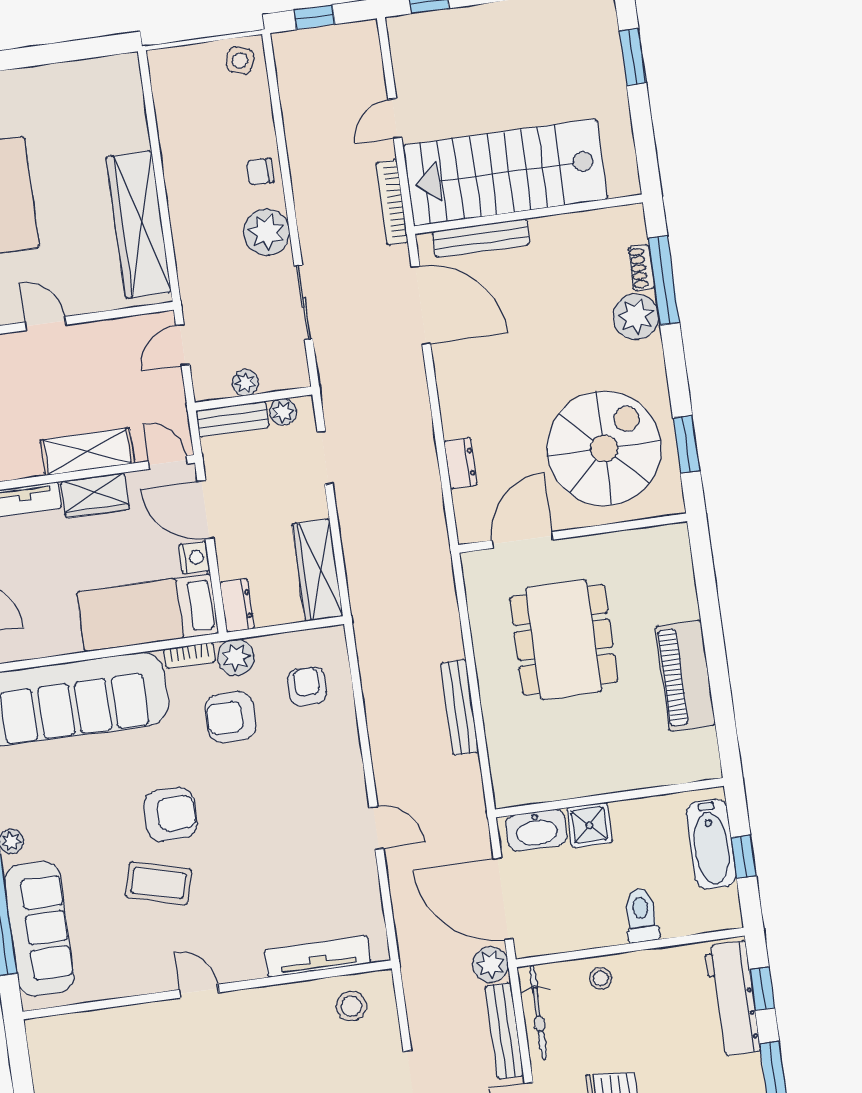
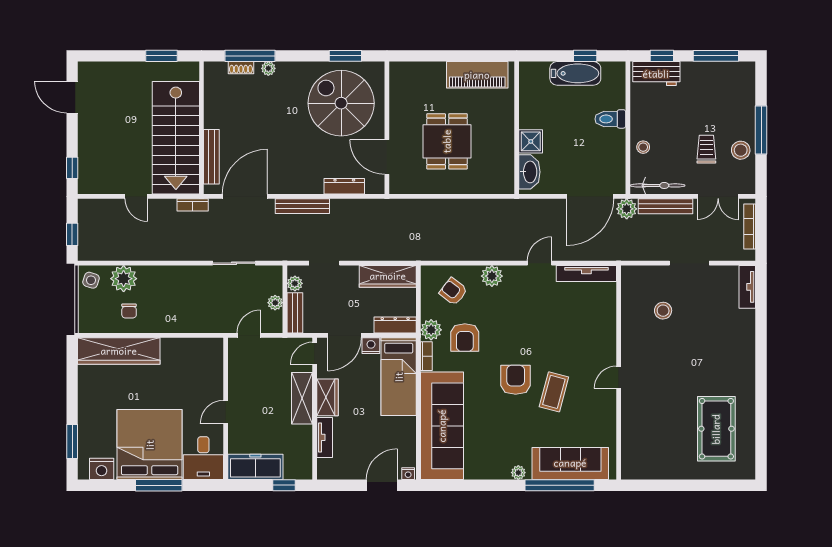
window: (633, 57) -> (161, 56), moved
chair: (260, 172) -> (129, 311), moved
bookcase: (392, 202) -> (193, 205), width x0.64
wardrobe: (139, 224) -> (119, 351), moved
plant: (267, 232) -> (124, 279), moved
plant: (636, 317) -> (268, 68), width x0.53, depth x0.53
door: (183, 345) -> (249, 335), swing flipped
dresser: (460, 463) -> (344, 186), width x1.44
dresser: (237, 605) -> (395, 325), width x1.44
dining table: (564, 640) -> (447, 141), width x0.73
armchair: (307, 686) -> (453, 292), turned 38
bench: (460, 708) -> (302, 206), moved
plant: (343, 749) -> (492, 276), added
wall: (609, 798) -> (517, 128), moved
shower: (589, 825) -> (531, 141), moved
washbasin: (537, 830) -> (529, 172), moved
tv unit: (318, 956) -> (586, 273), moved, turned -90
workbench: (732, 999) -> (656, 74), width x0.73
stool: (351, 1006) -> (663, 311), moved

